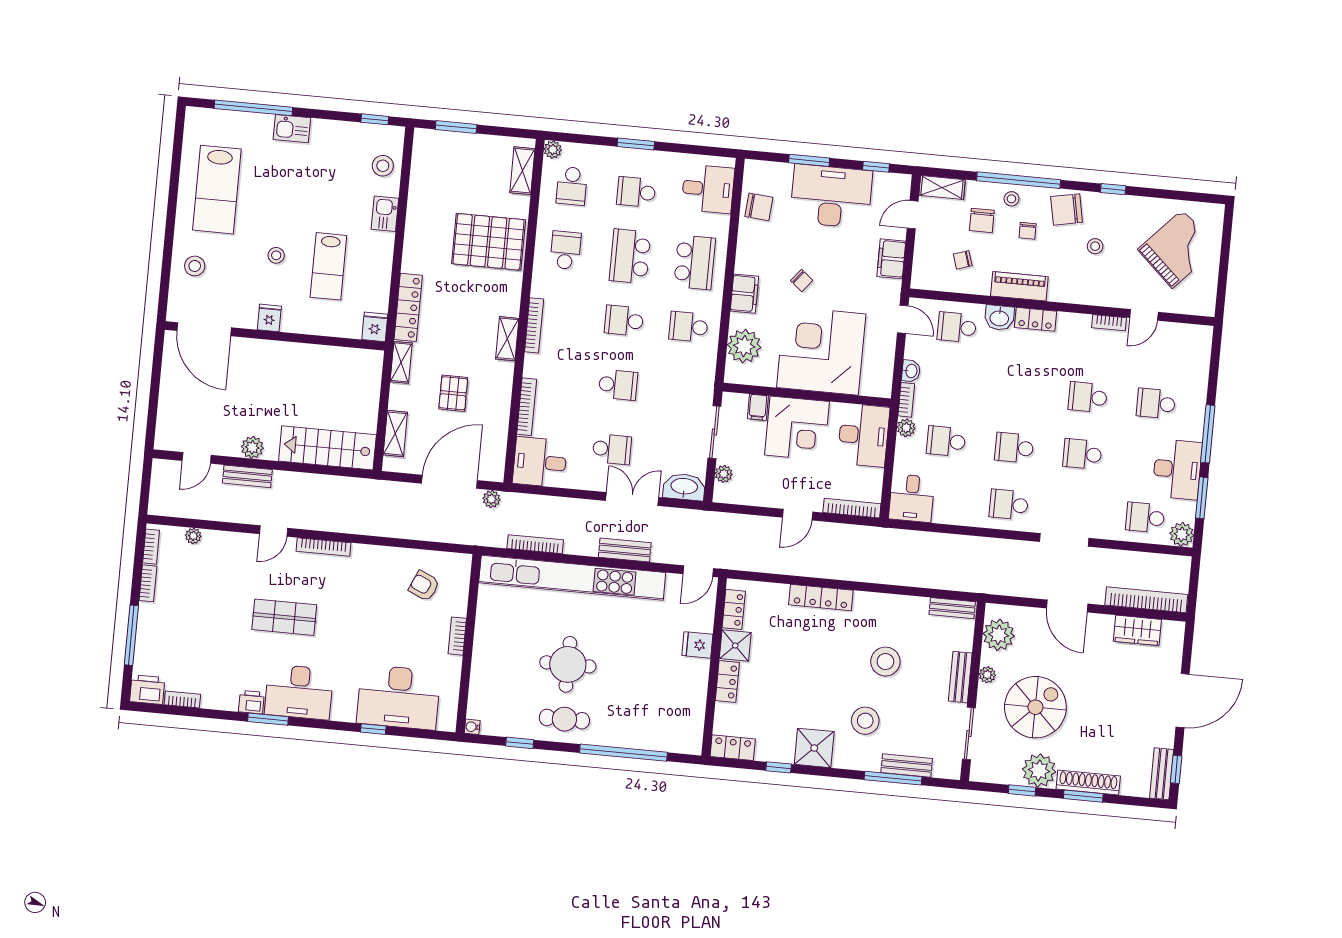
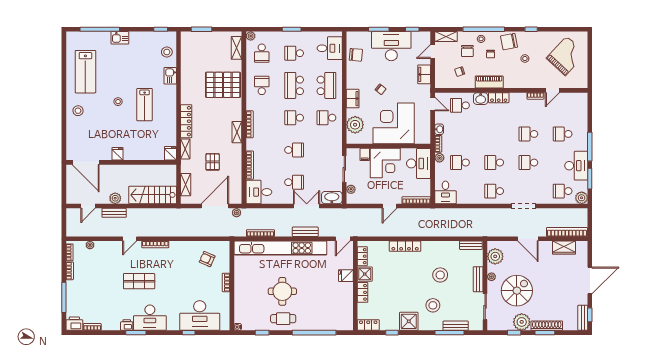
fridge: (269, 318) -> (118, 154), moved
fridge: (375, 327) -> (170, 153), moved
door: (204, 329) -> (86, 162), moved
wall: (275, 336) -> (121, 162), moved

